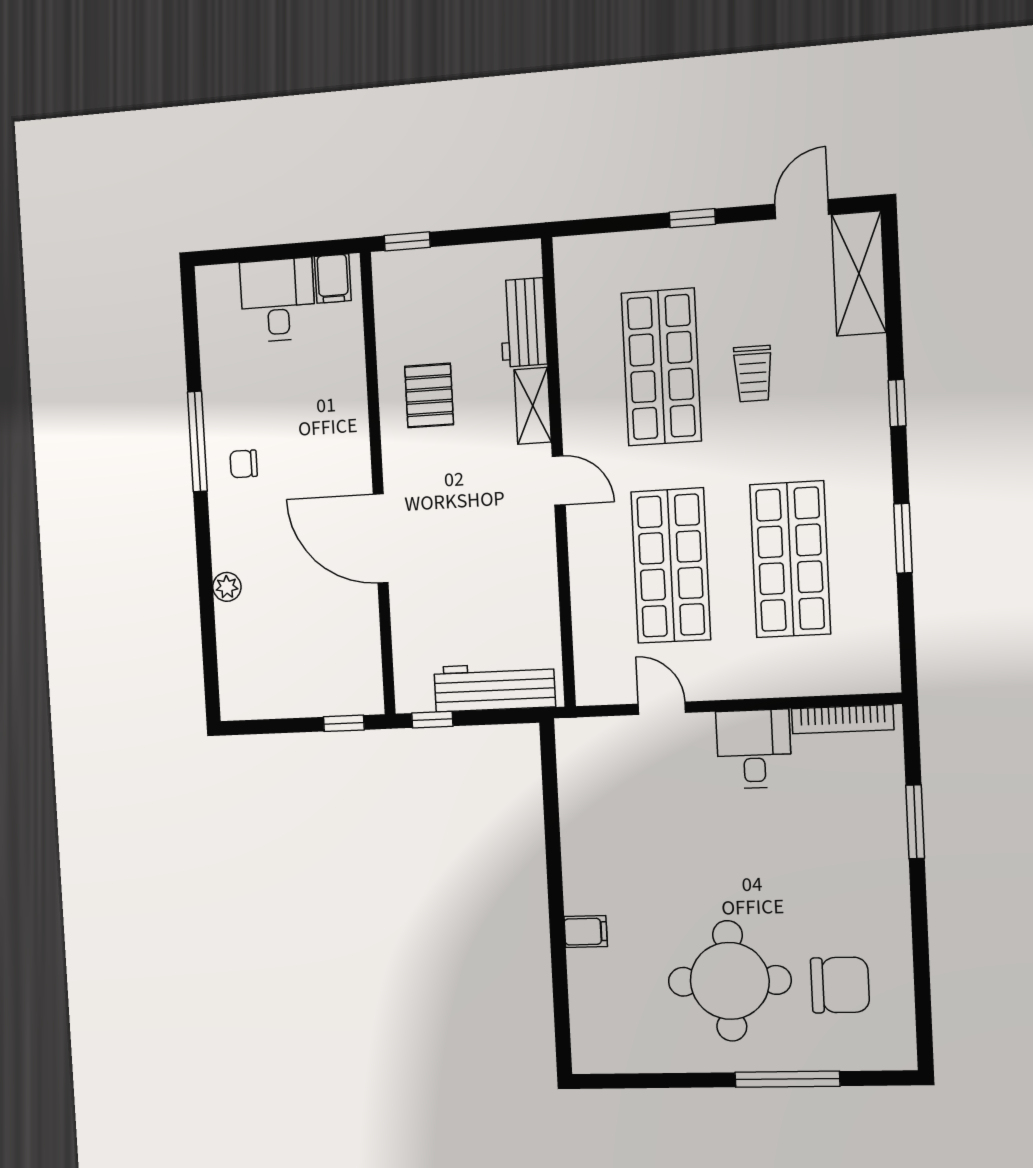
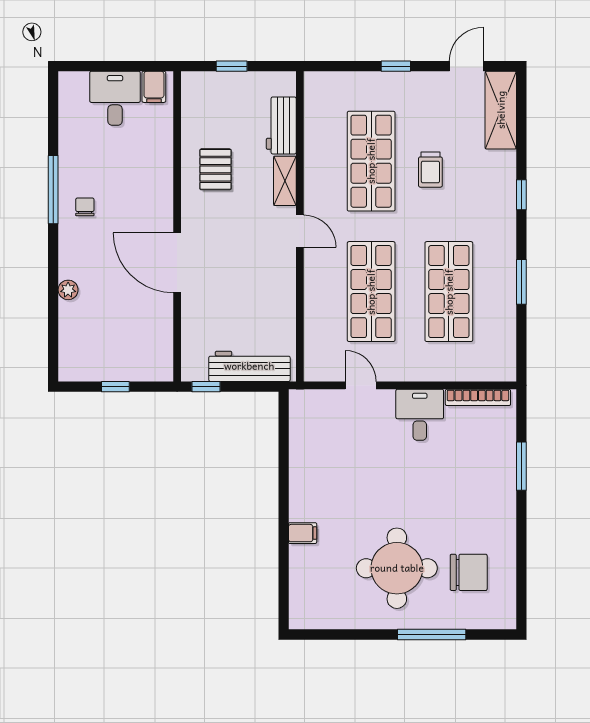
window: (407, 241) -> (232, 66), moved
chair: (244, 464) -> (85, 207), turned 90
window: (344, 723) -> (115, 387), moved

